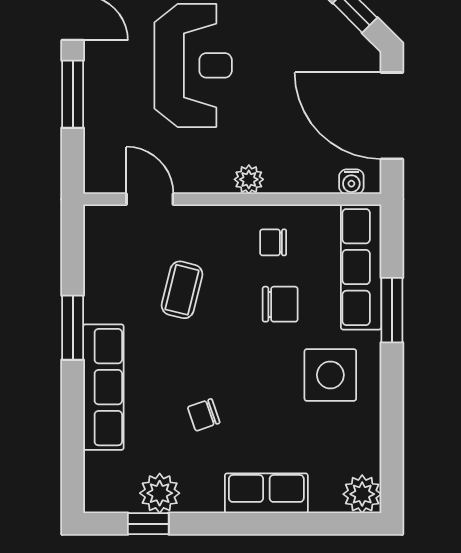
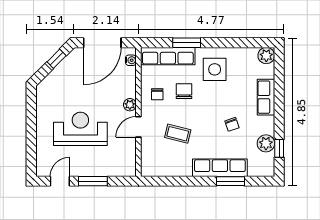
door: (150, 199) -> (138, 127), moved
window: (73, 328) -> (231, 181), moved

